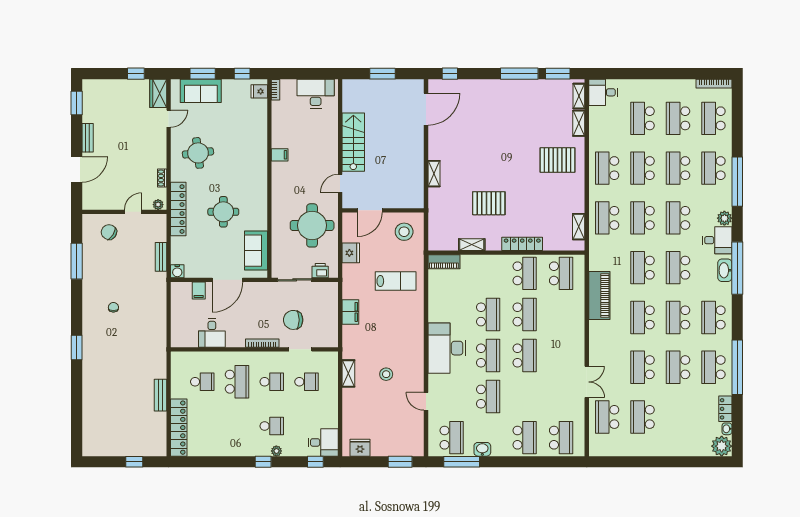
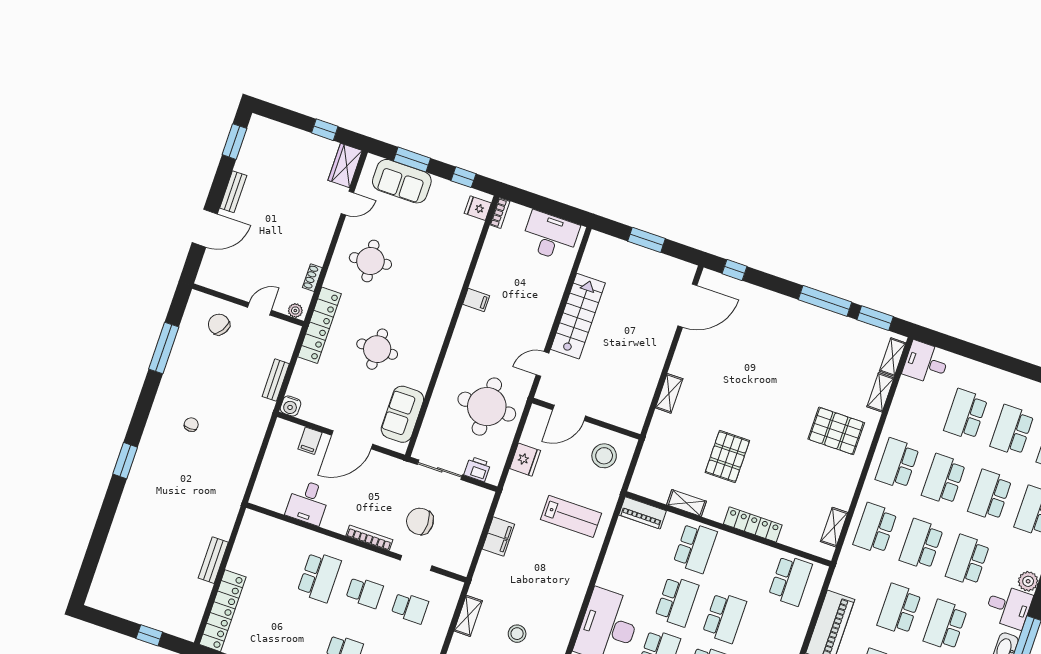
pallet: (489, 203) -> (727, 457), turned 90
school desk: (525, 273) -> (695, 548), moved
school desk: (202, 382) -> (274, 561), removed

